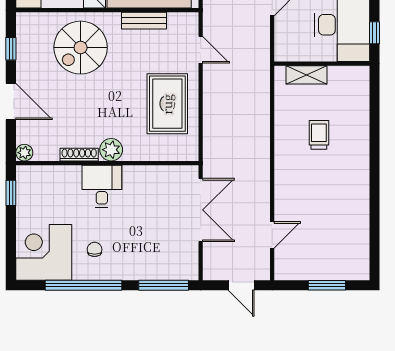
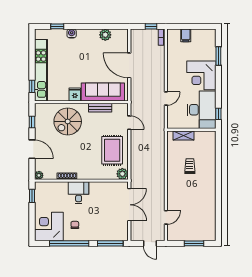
plant: (111, 150) -> (122, 174), moved

